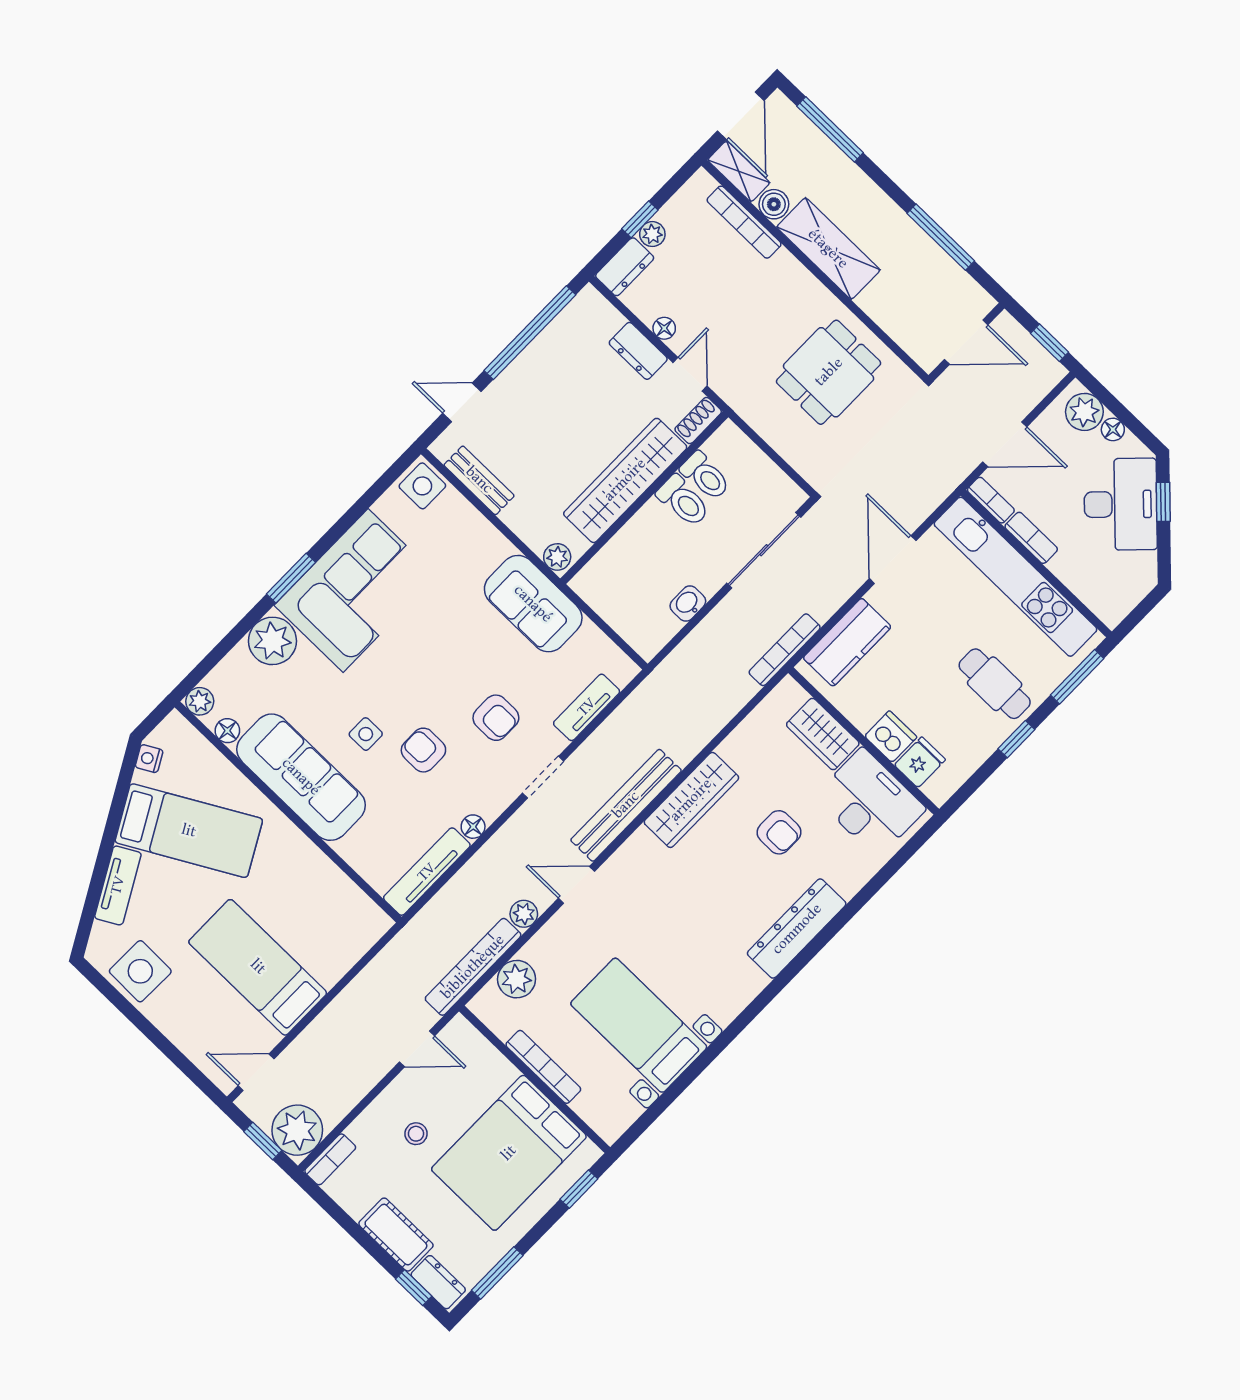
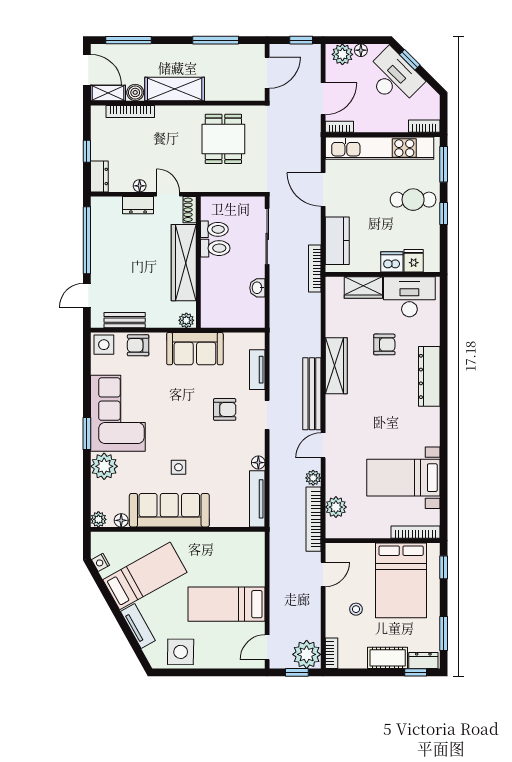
plant: (652, 234) -> (98, 152), removed
bookcase: (1031, 538) -> (424, 126), moved
armchair: (423, 750) -> (138, 345), moved
bookcase: (543, 1067) -> (416, 532), moved

